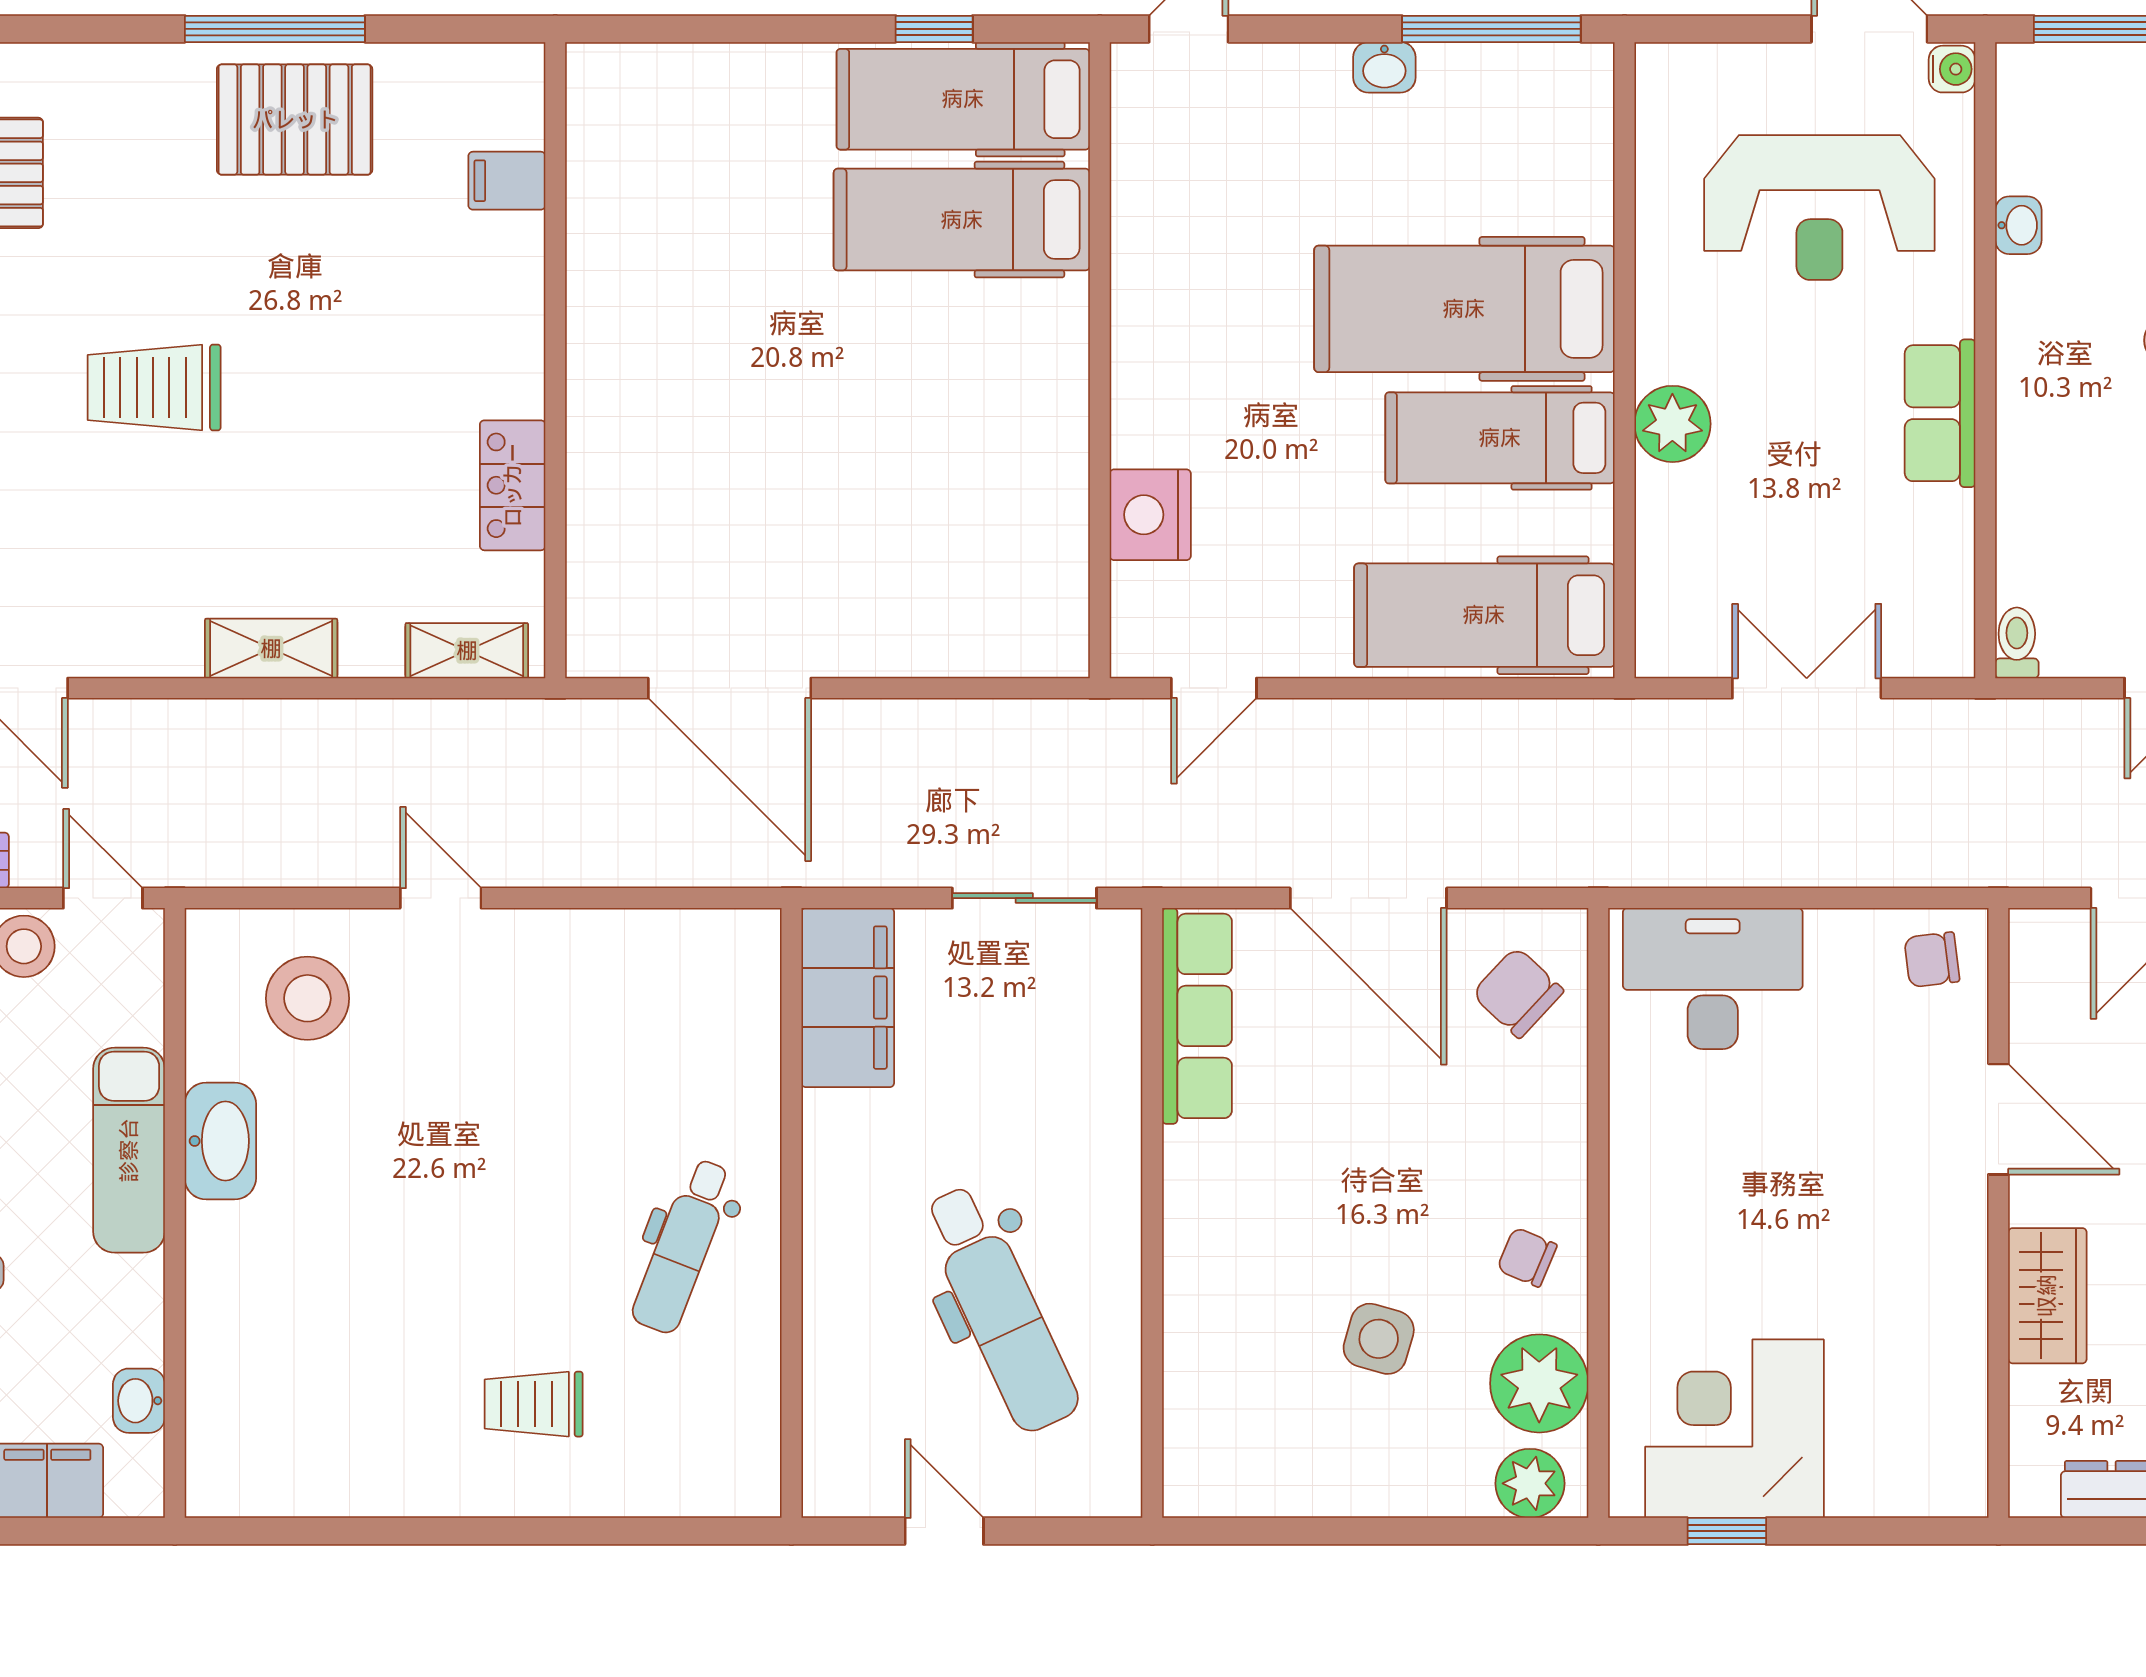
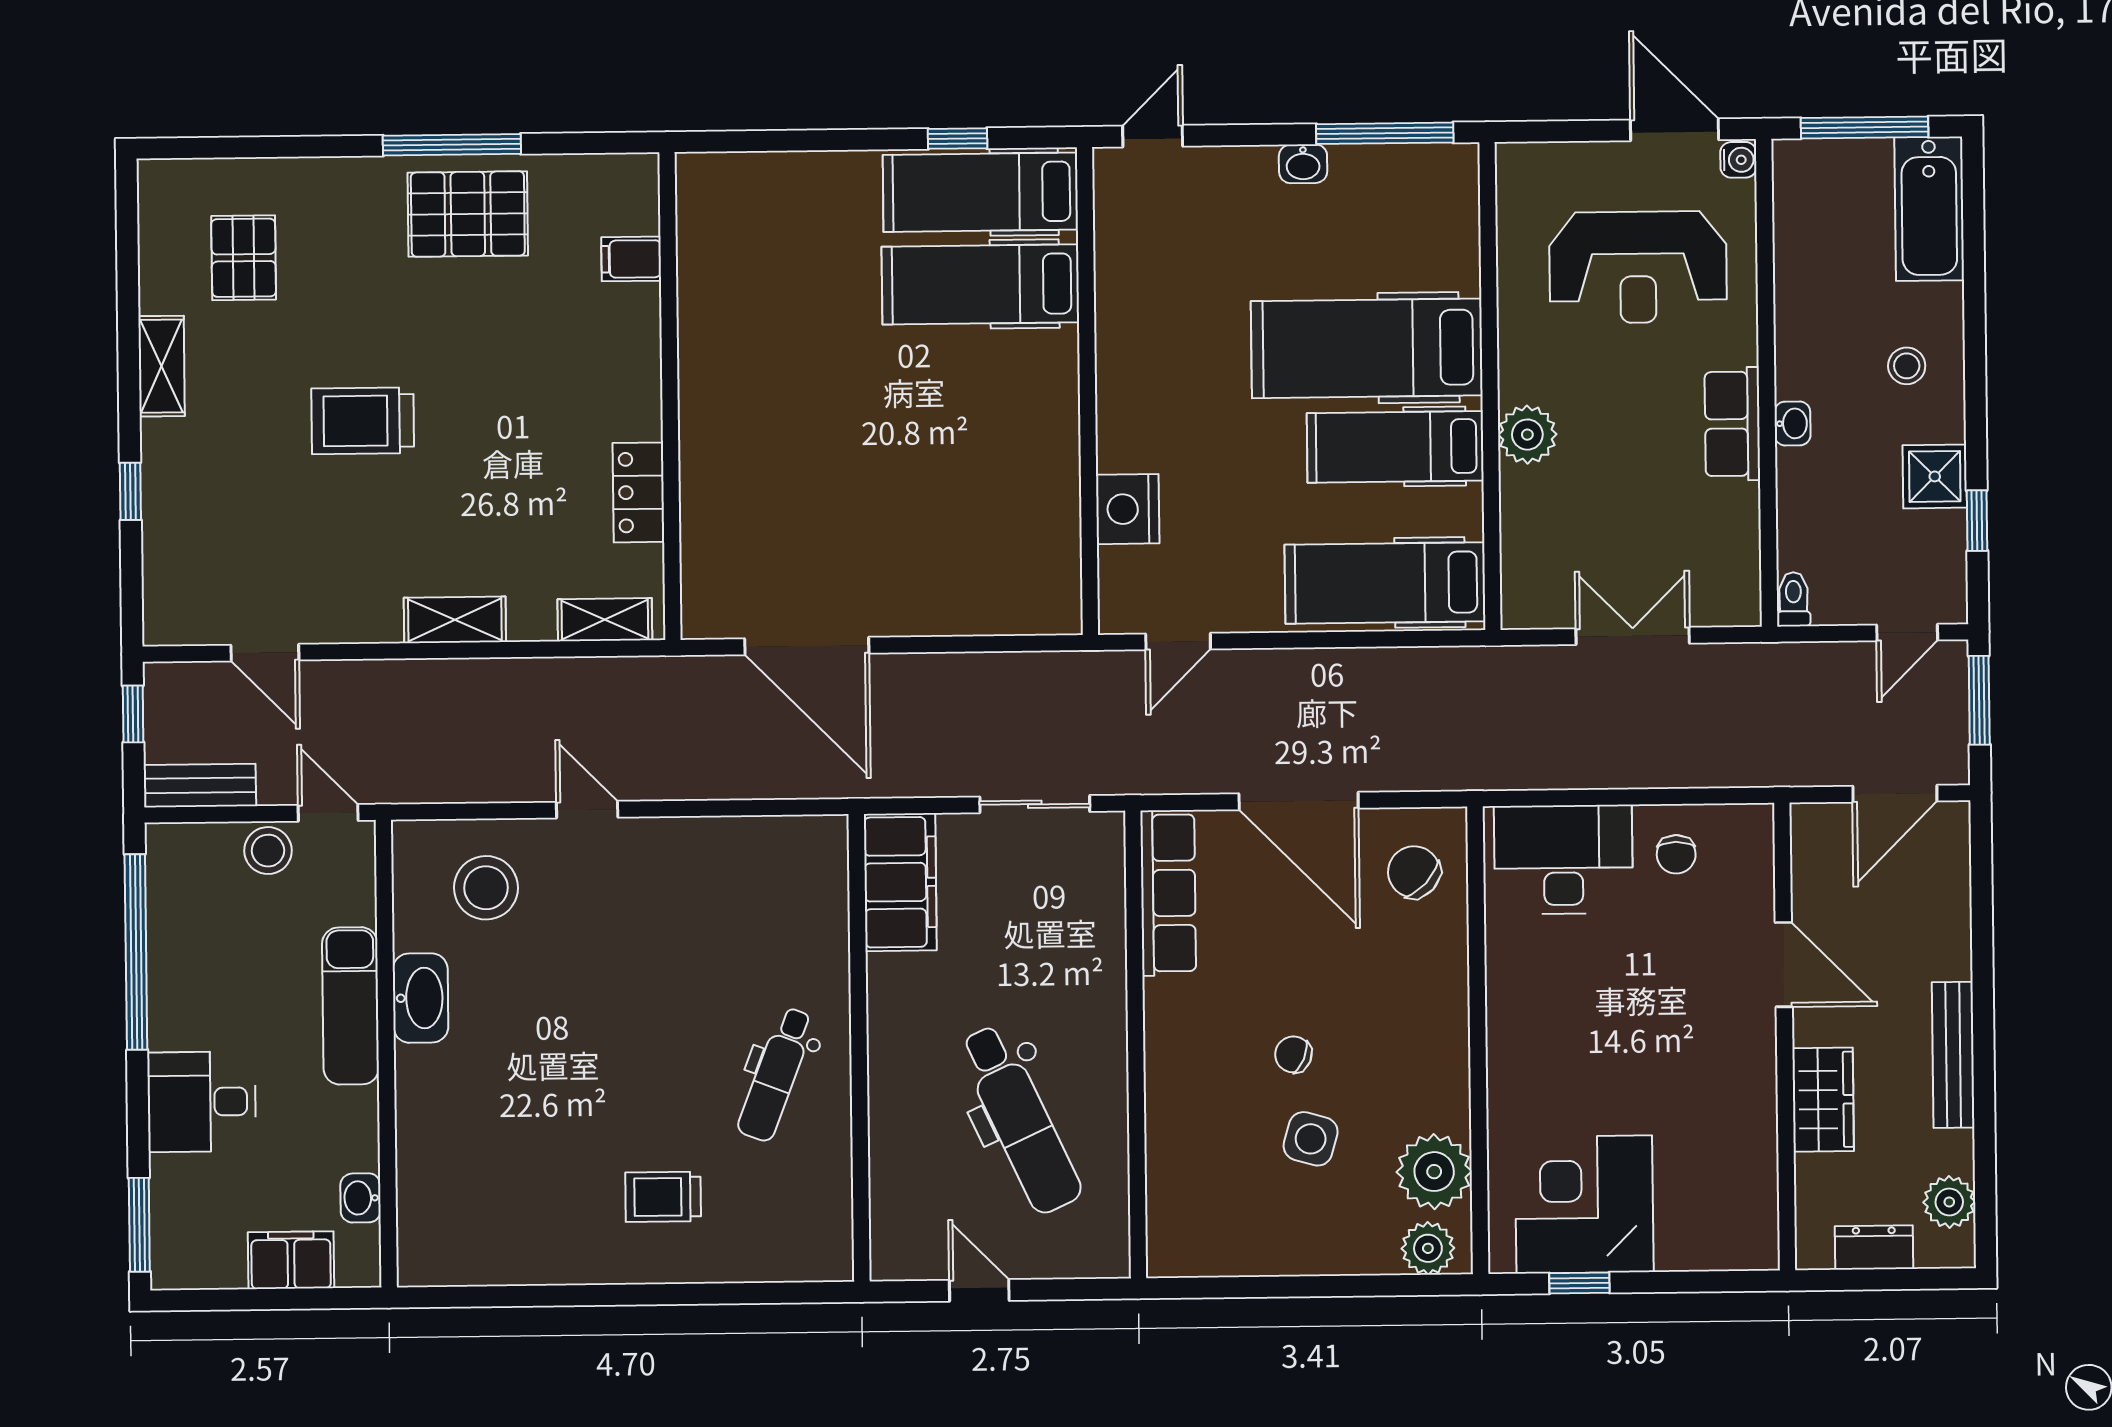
washbasin: (2018, 225) -> (1792, 423), moved
chair: (1932, 960) -> (1676, 854), moved, turned -83
chair: (1527, 1257) -> (1293, 1054), moved

